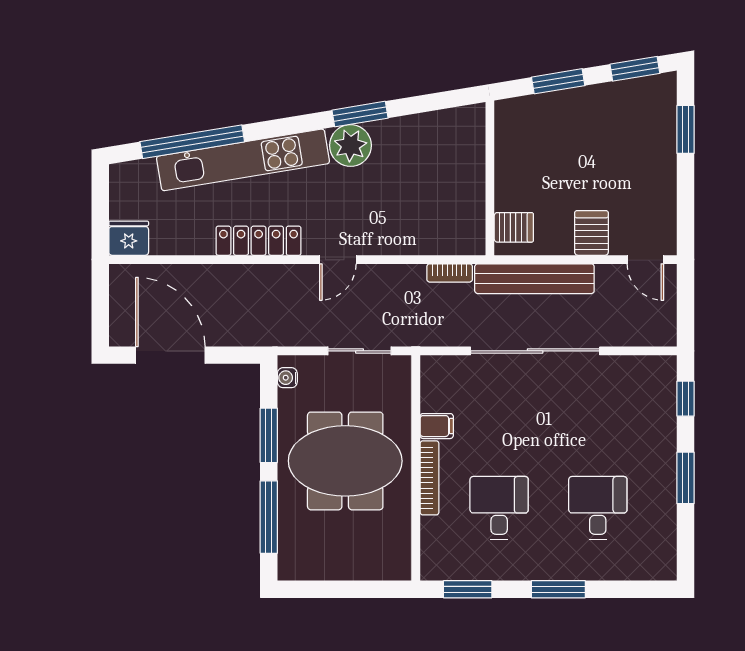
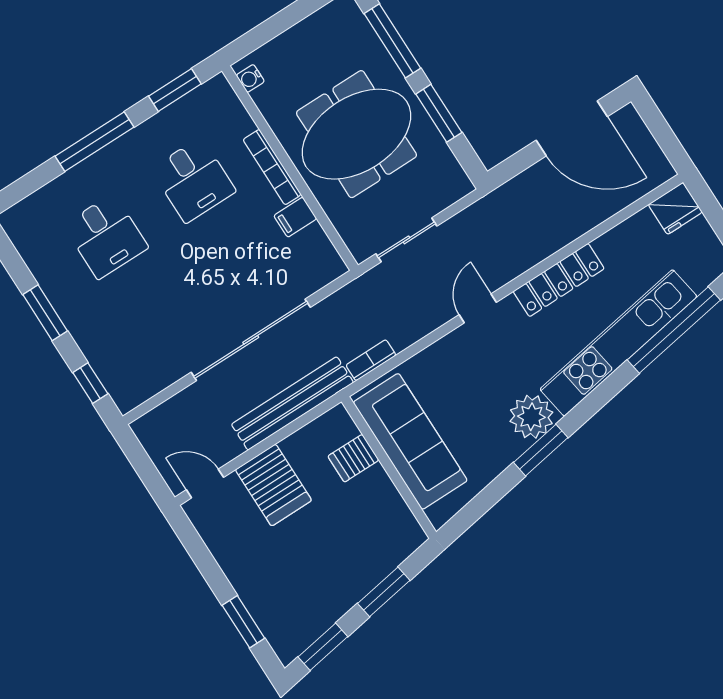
sofa: (460, 188) -> (410, 441), added
server rack: (514, 227) -> (353, 458), moved
server rack: (591, 233) -> (273, 485), width x1.36, depth x1.44
water cooler: (287, 378) -> (250, 78), moved, turned 180
window: (558, 589) -> (95, 142), width x1.44

